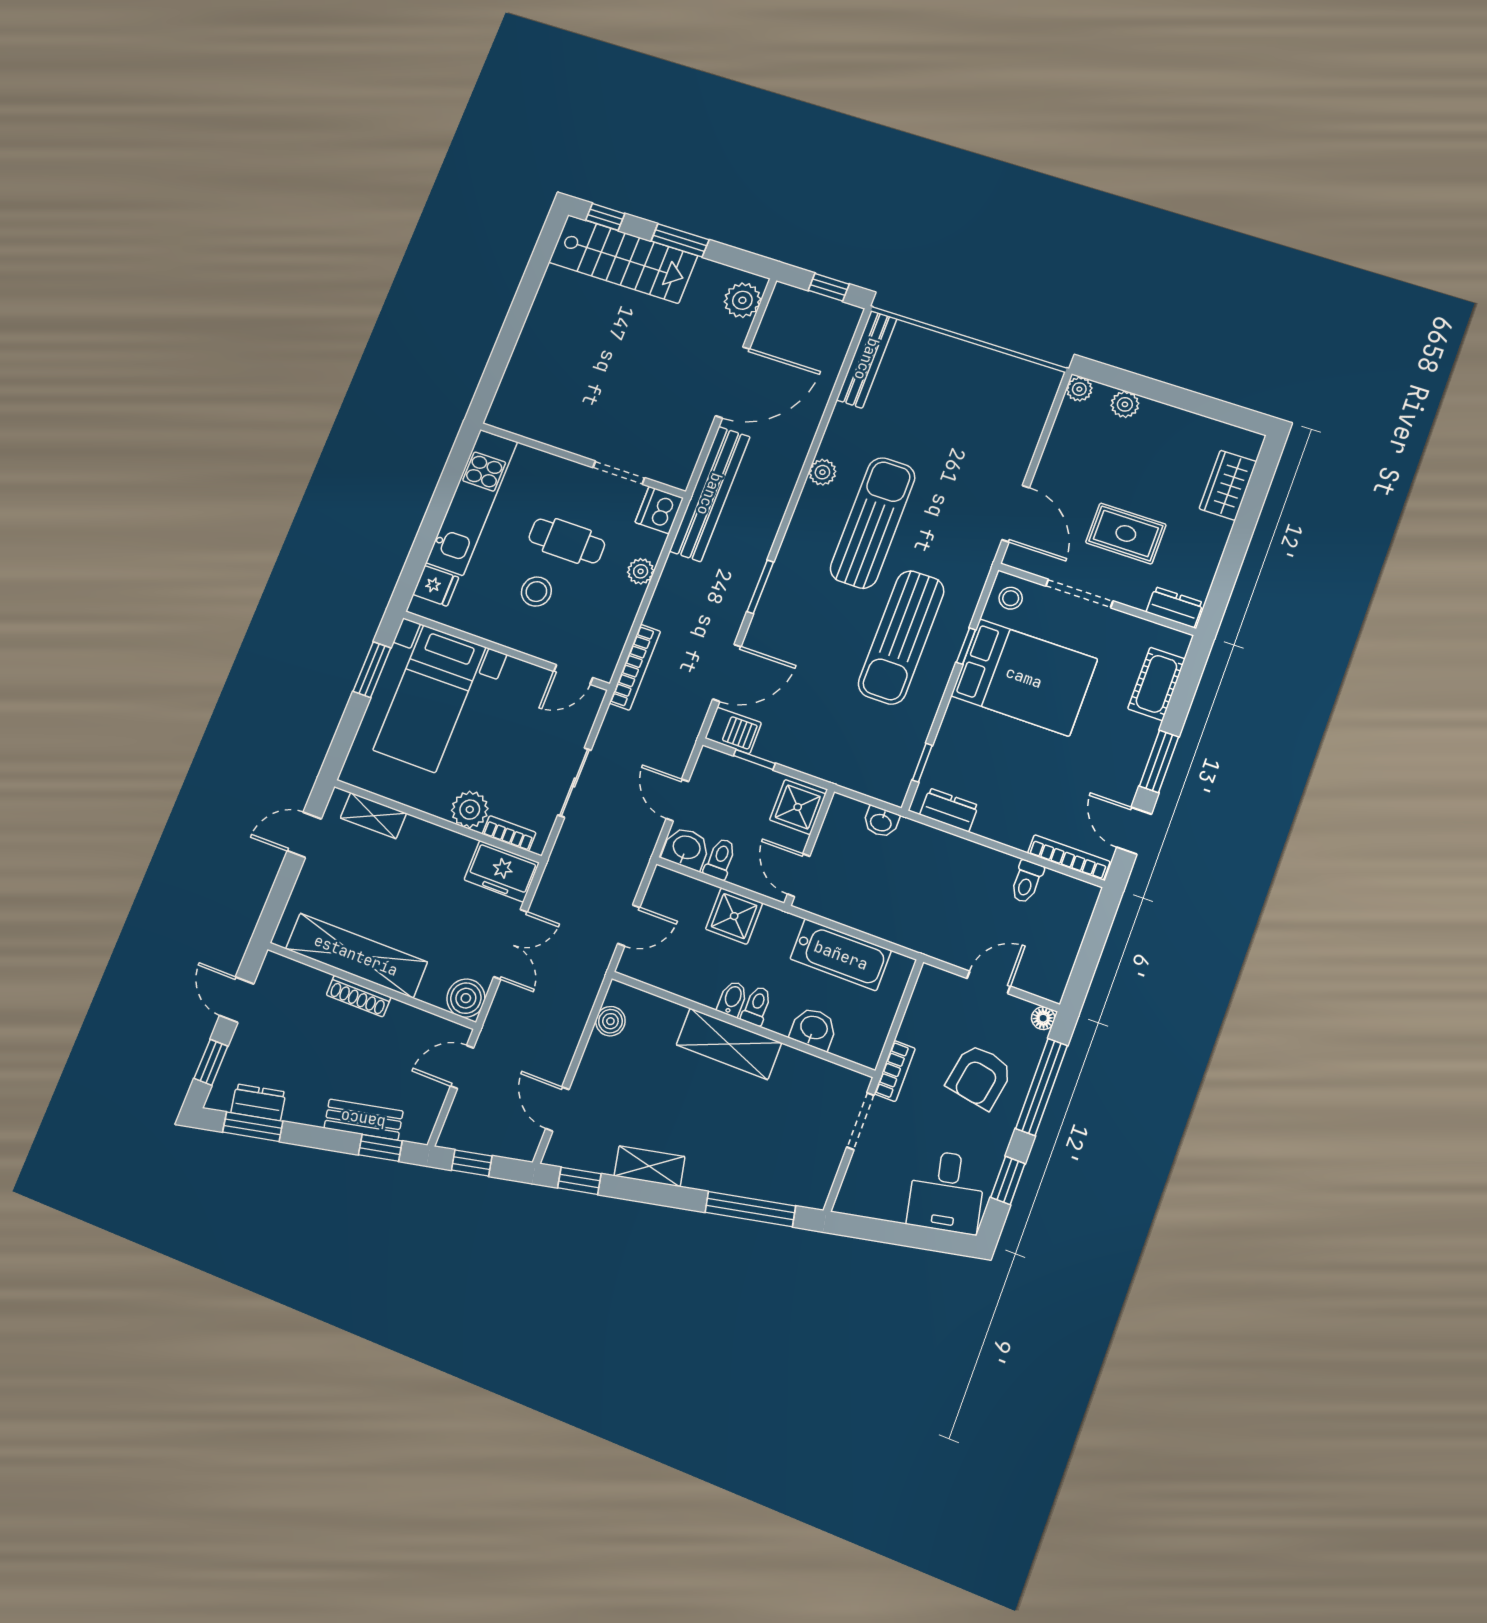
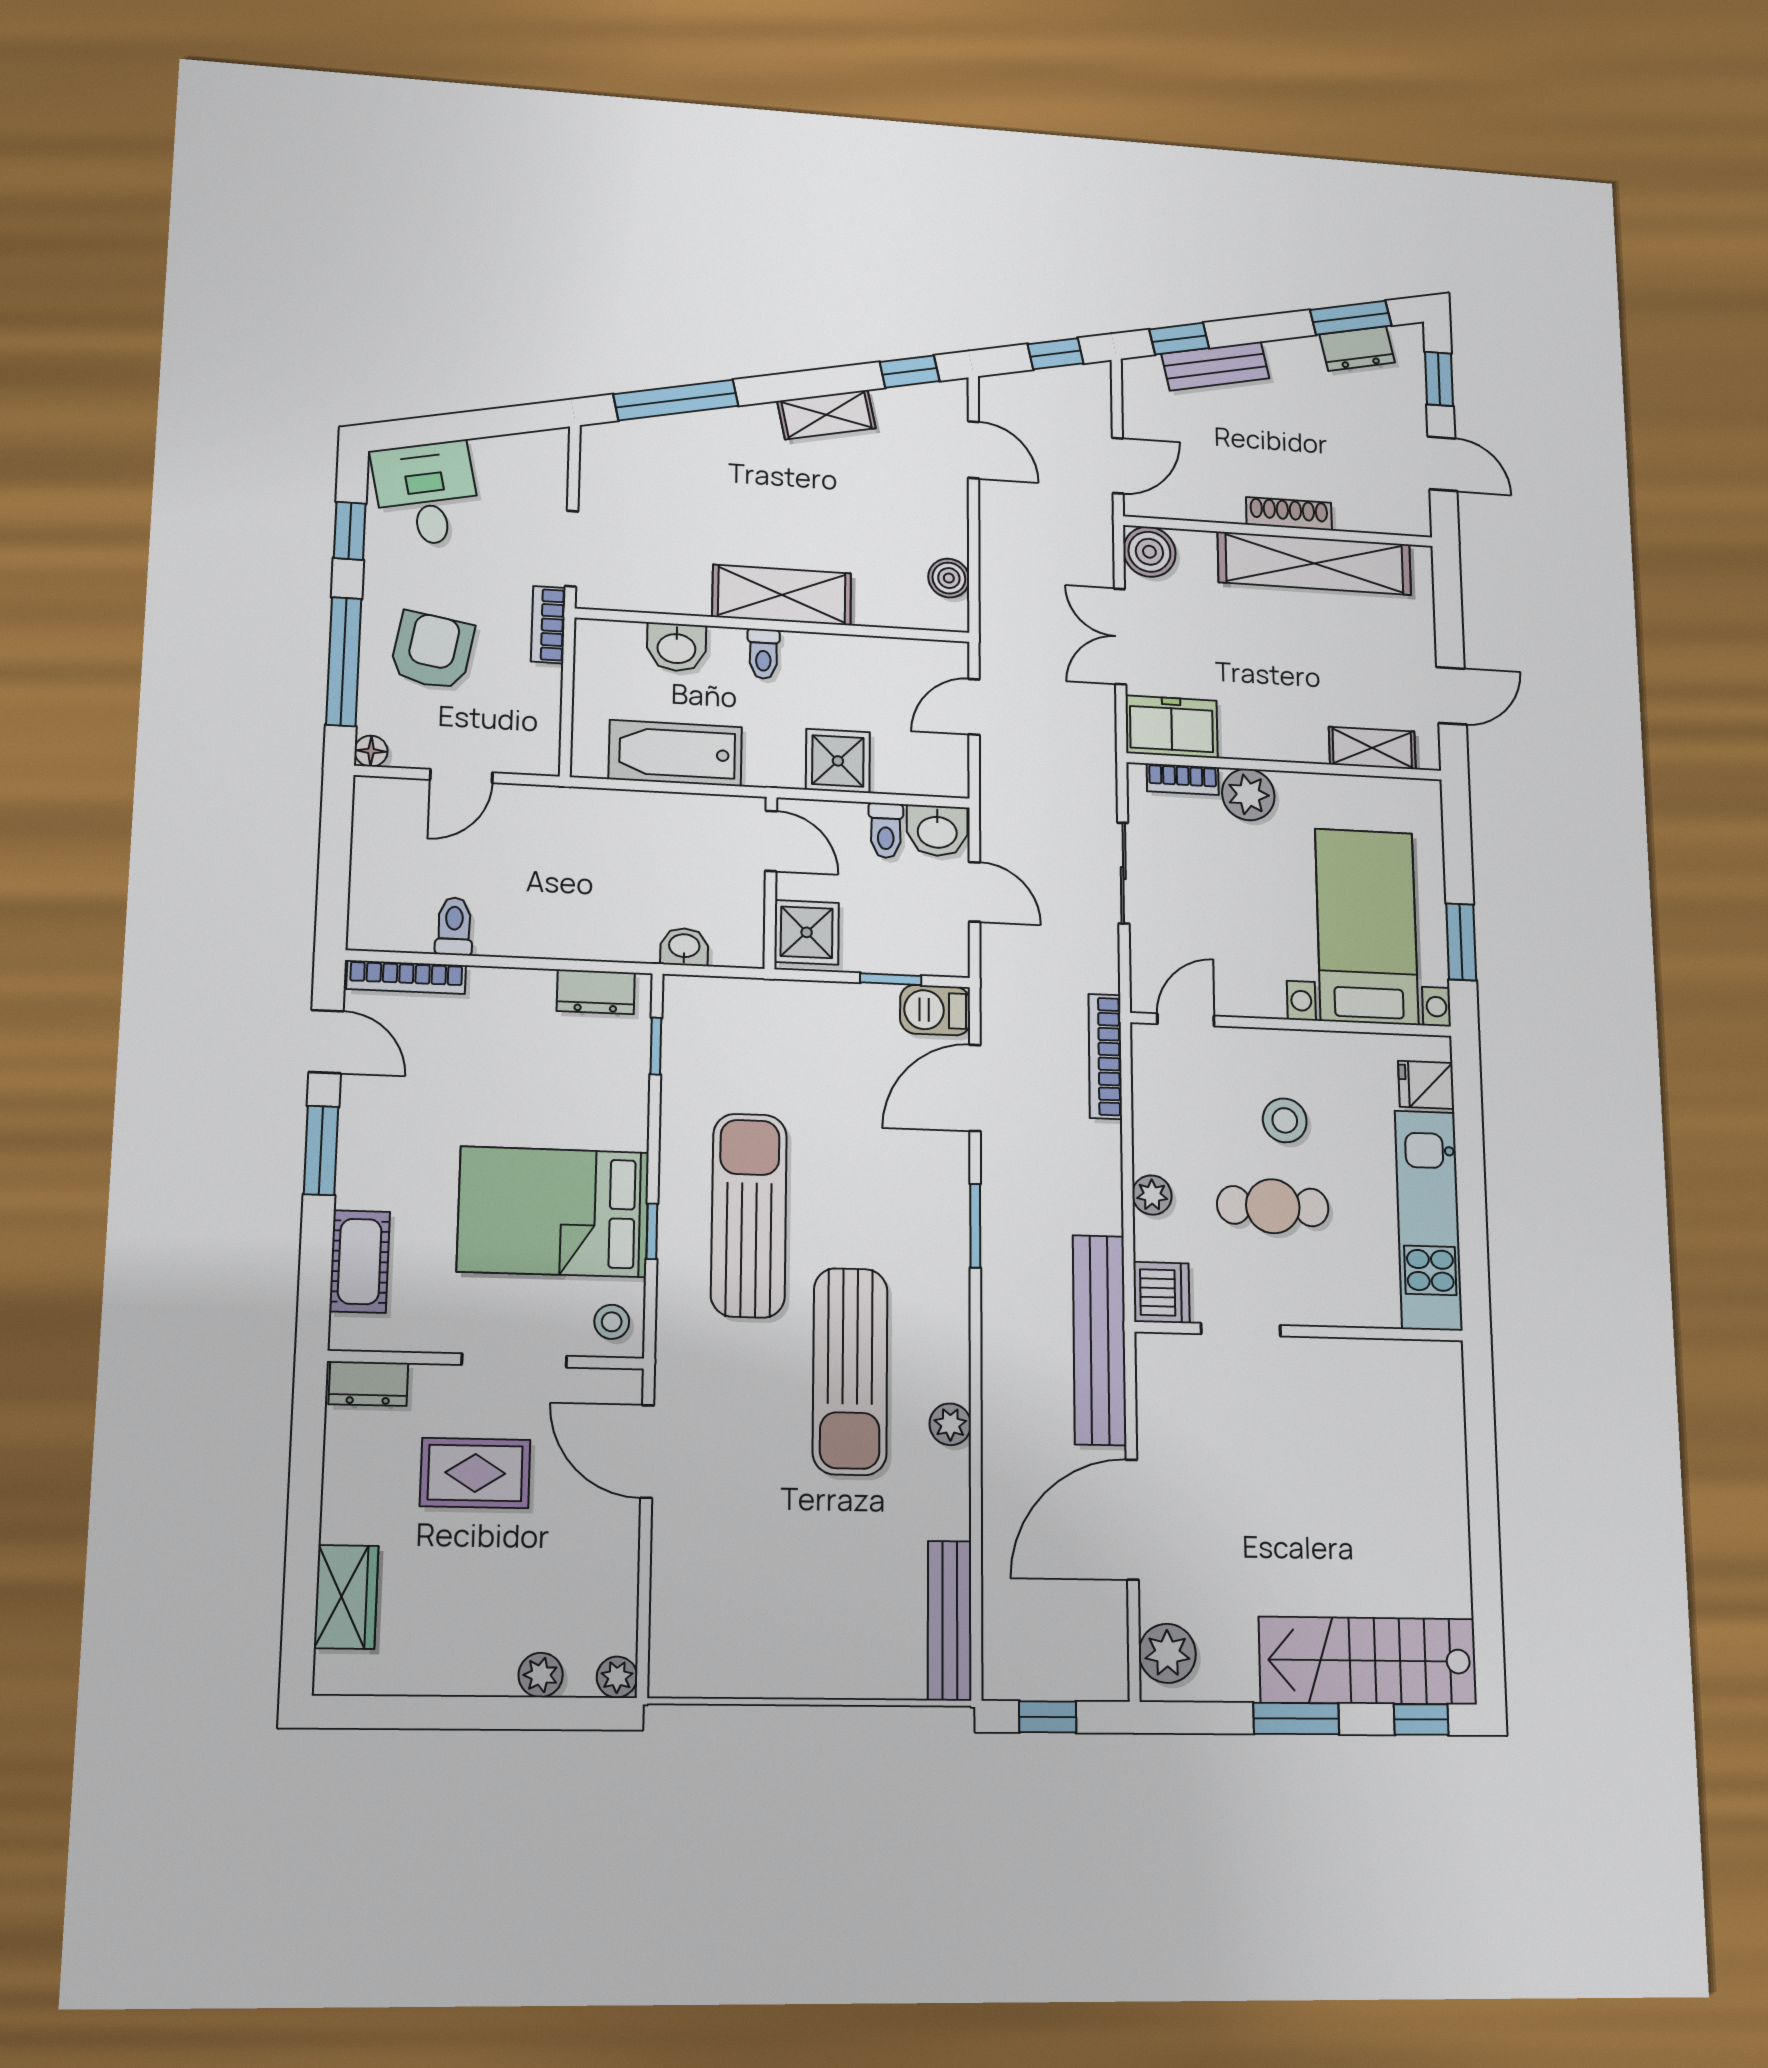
bidet: (732, 999) -> (799, 653), removed

